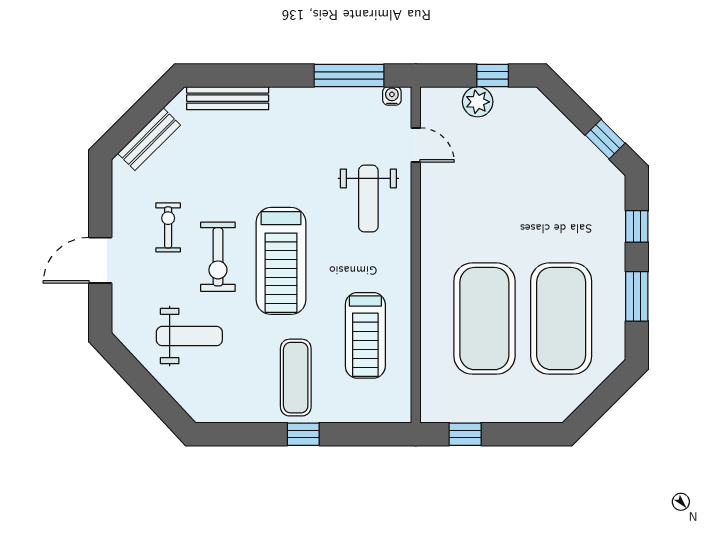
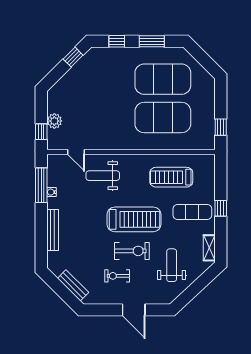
window: (493, 75) -> (41, 132), moved
water cooler: (392, 96) -> (51, 192), moved
bench: (228, 98) -> (53, 230), moved
door: (416, 145) -> (76, 152), swing flipped
weight bench: (368, 199) -> (103, 176), turned 180
treadmill: (365, 335) -> (171, 177), turned 180
shelving: (224, 411) -> (209, 248), added

